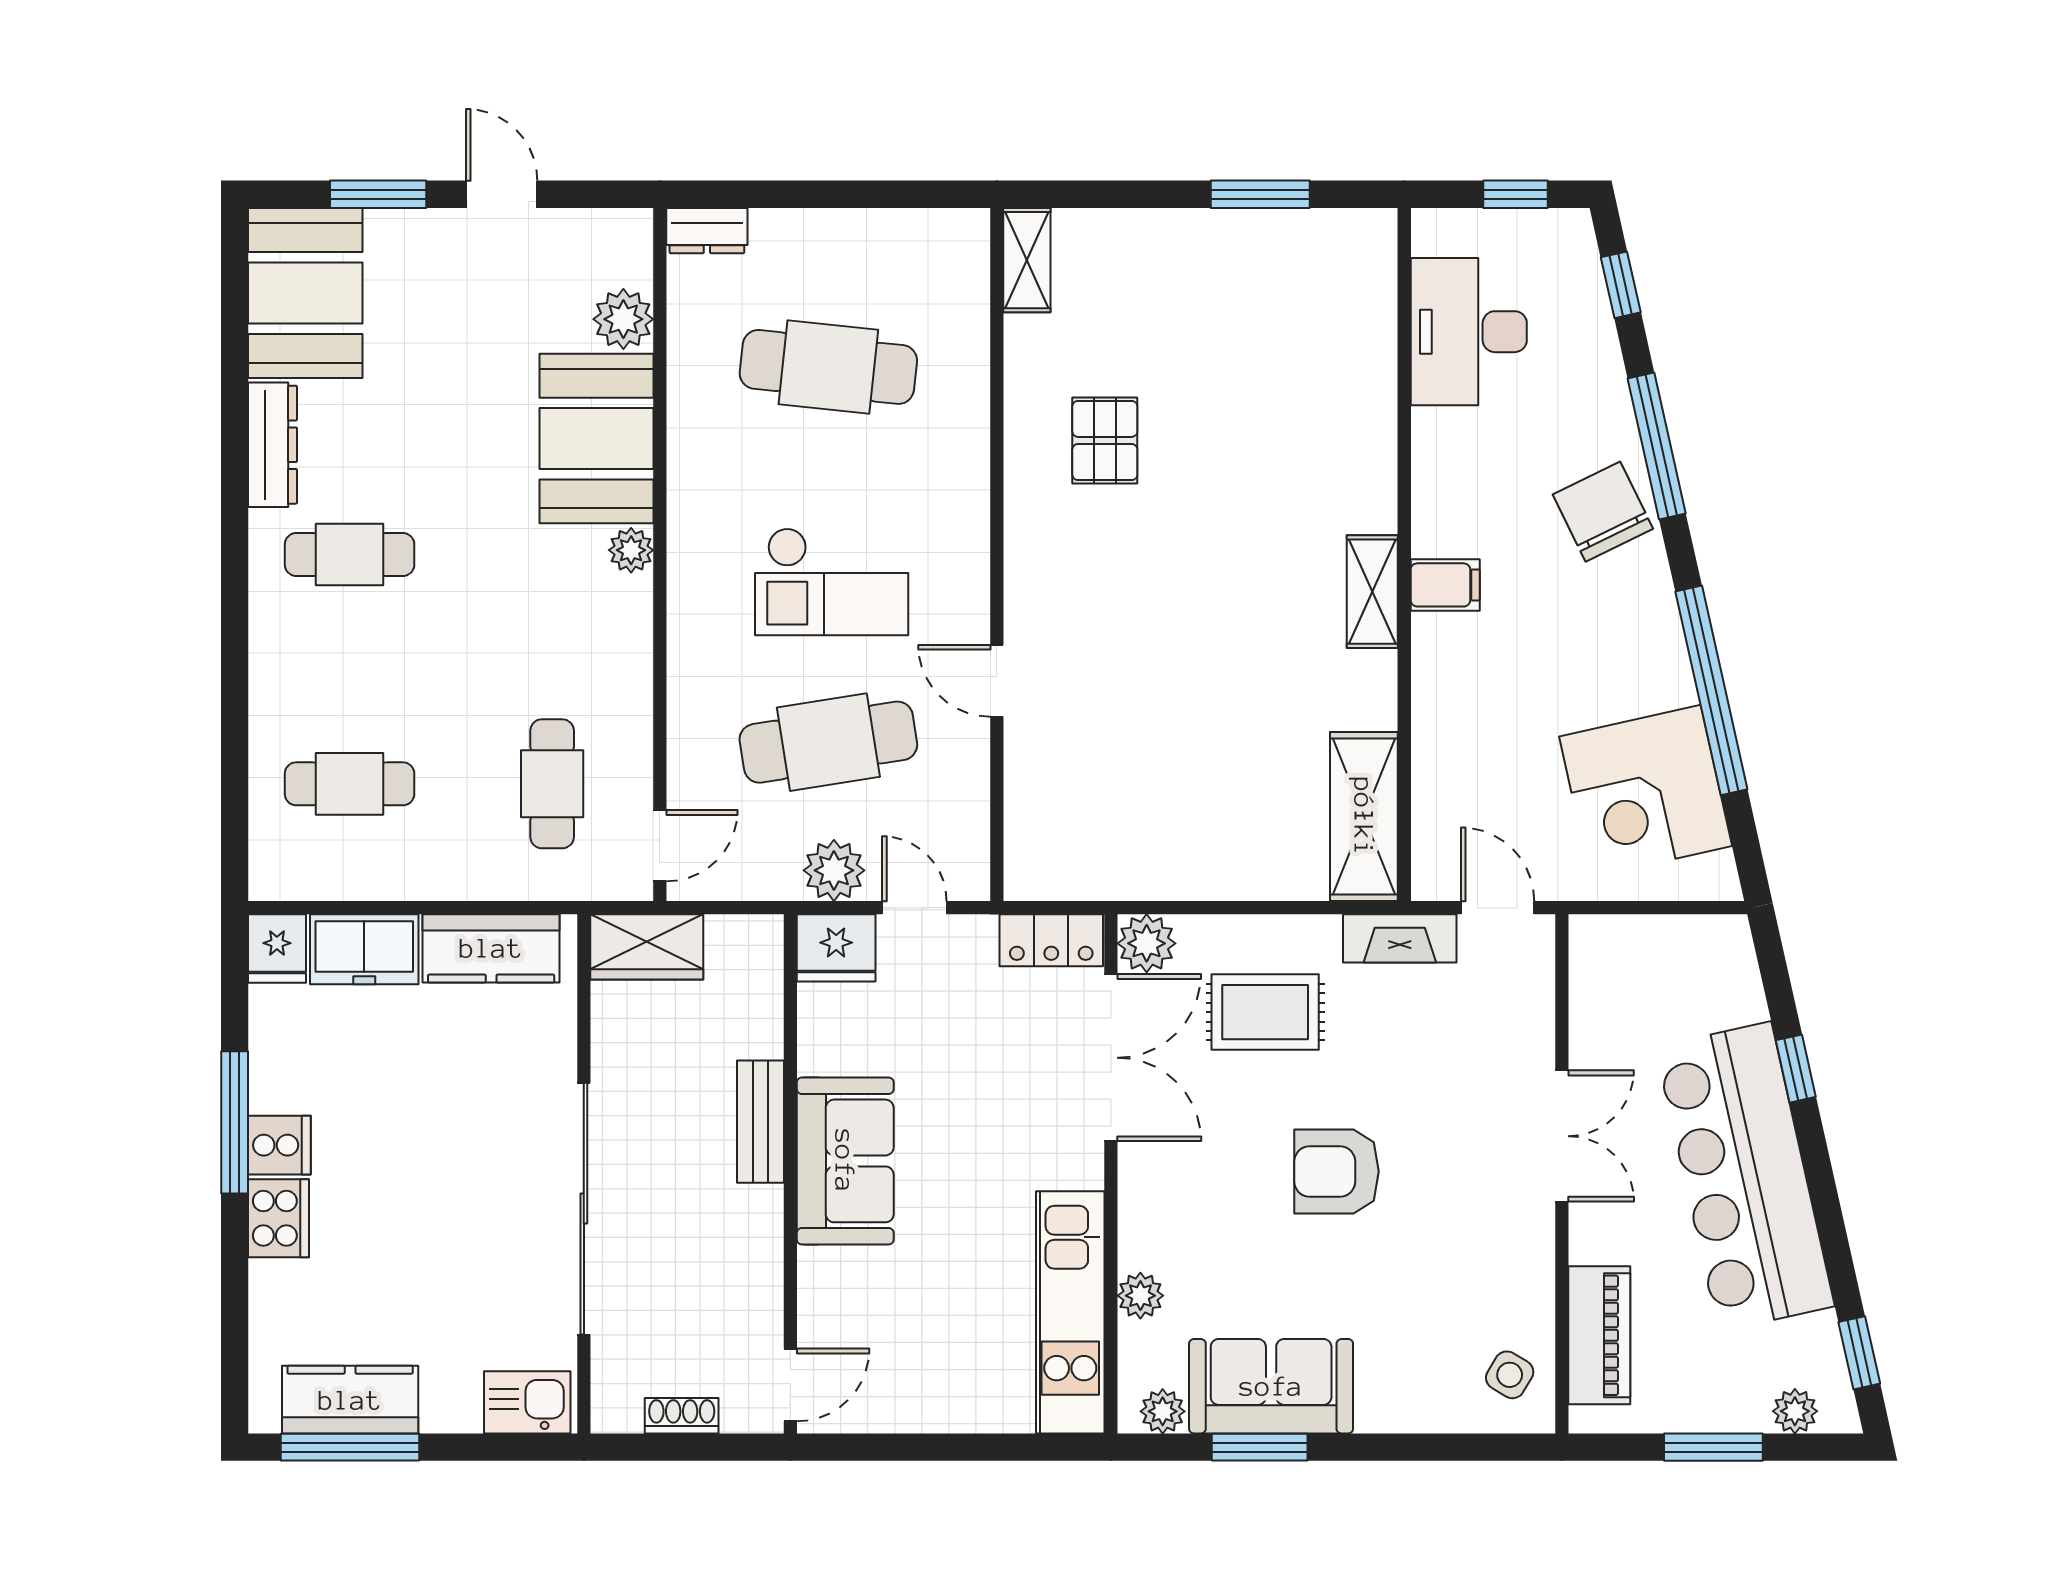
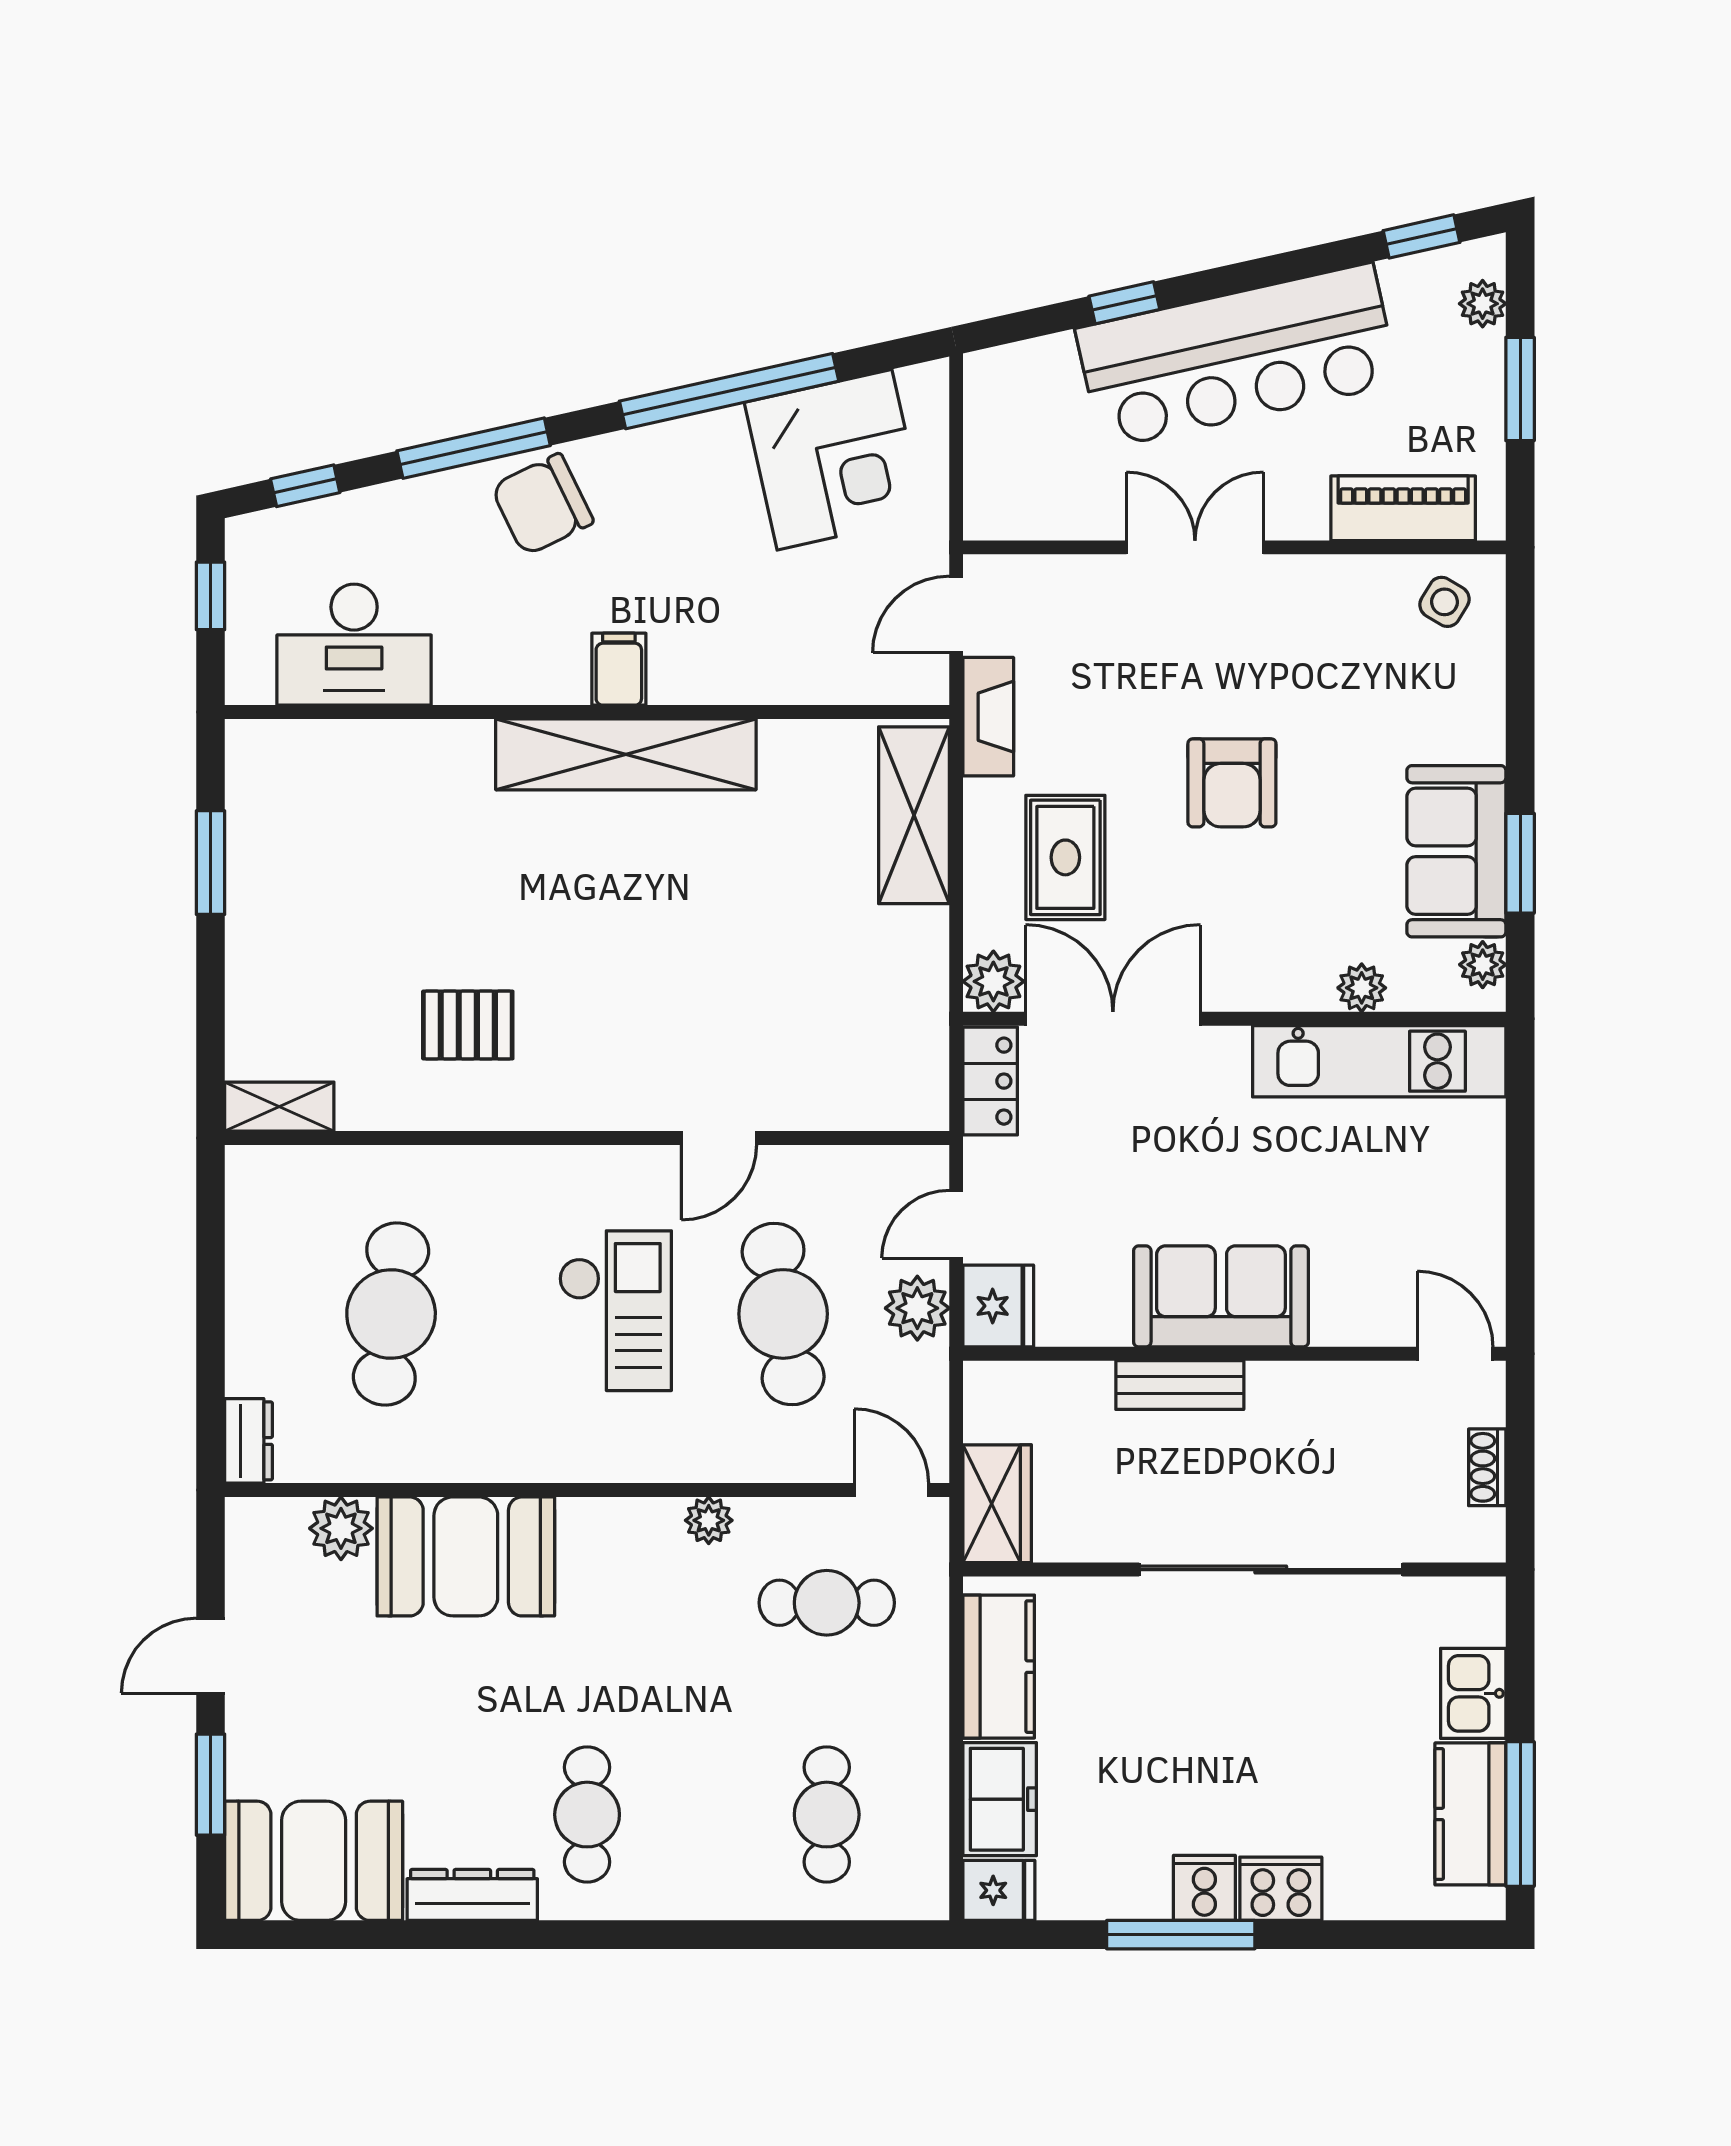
plant: (631, 550) -> (709, 1520), moved
shelving: (1372, 592) -> (626, 754), width x2.20, depth x1.33
shelving: (1364, 817) -> (914, 815), moved, turned 90
kitchen sink: (527, 1402) -> (1473, 1693), moved

